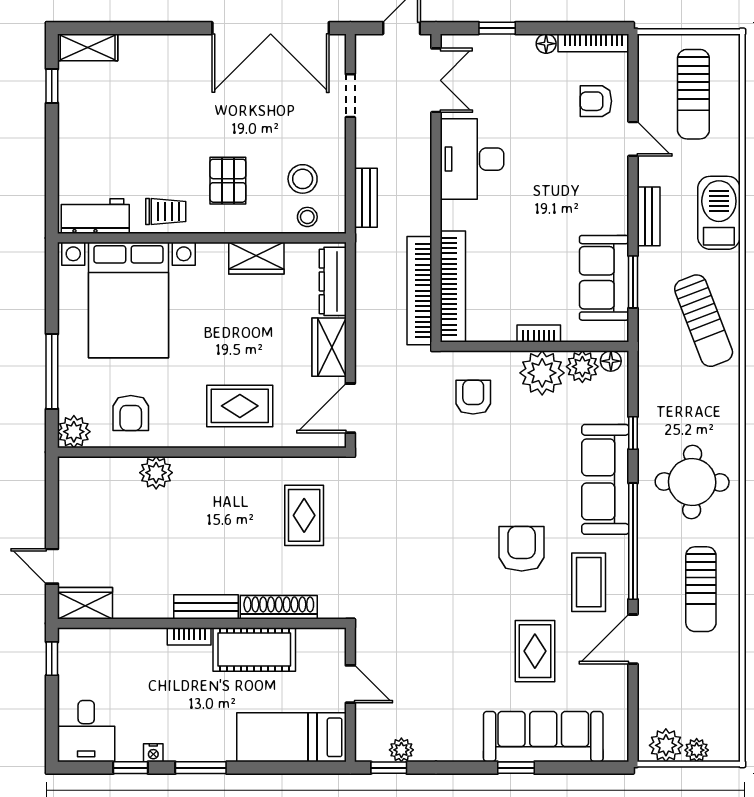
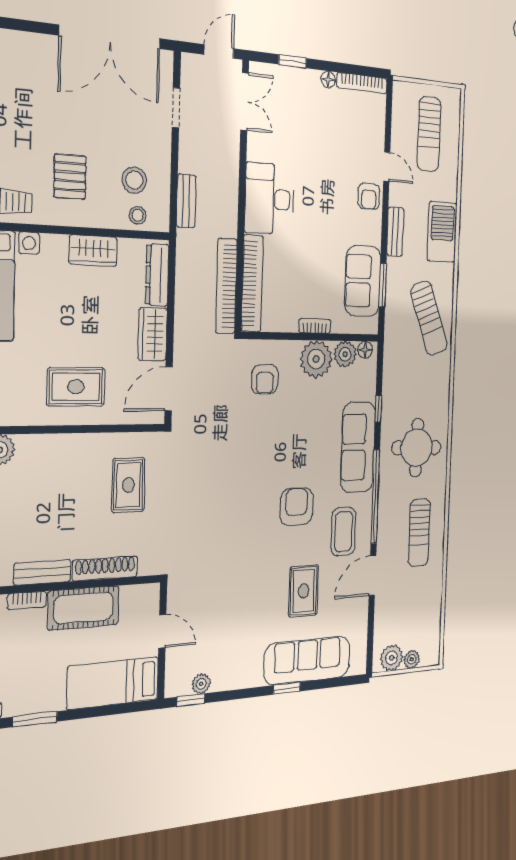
armchair: (596, 101) -> (369, 196), moved, turned -90
desk: (472, 159) -> (269, 199), moved
armchair: (473, 397) -> (265, 379), turned 180

